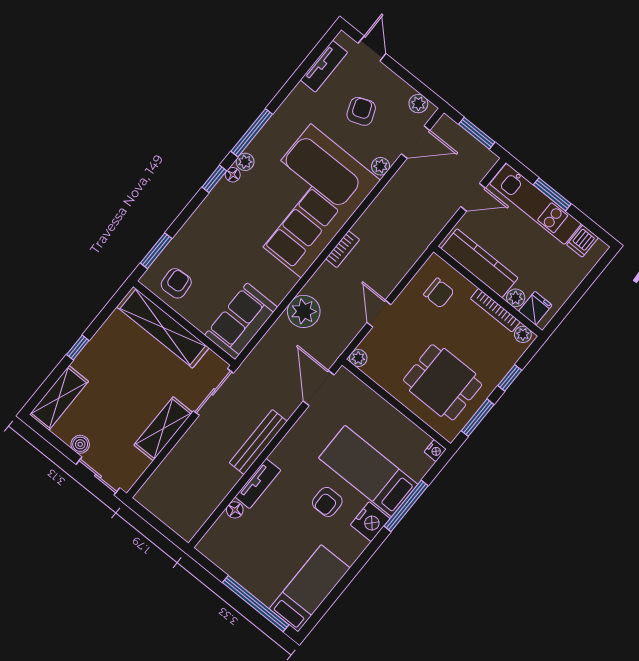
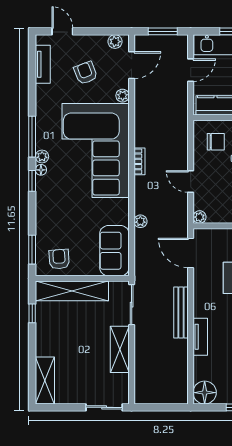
plant: (304, 311) -> (140, 221), width x0.53, depth x0.53
window: (78, 348) -> (32, 313), moved
boiler: (80, 444) -> (79, 397), removed
floor lamp: (235, 510) -> (205, 393), moved, width x1.89, depth x1.89

